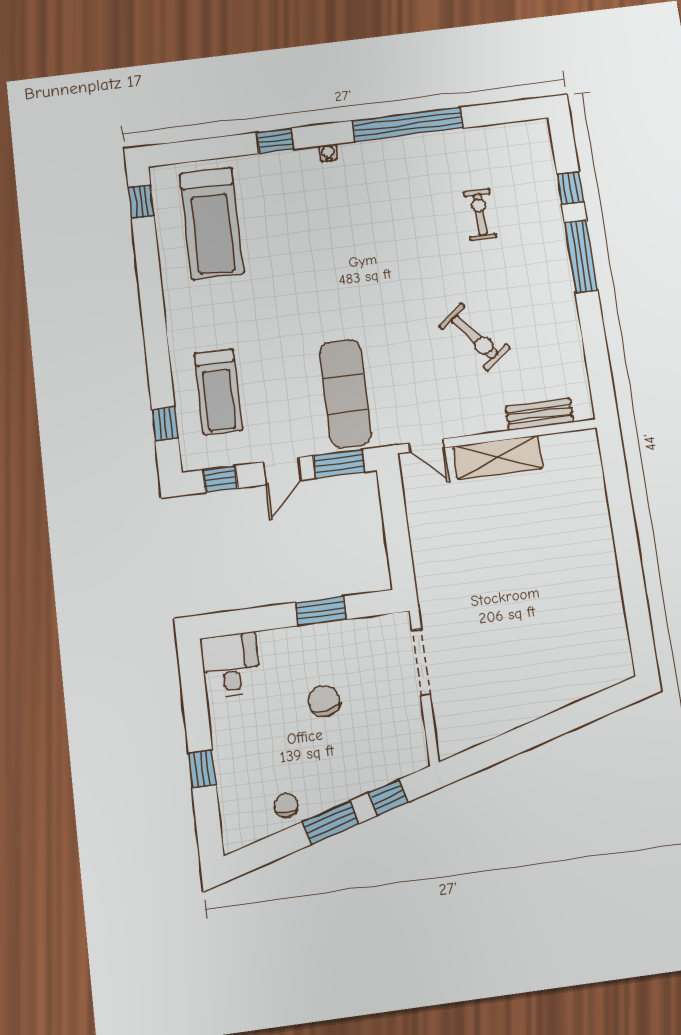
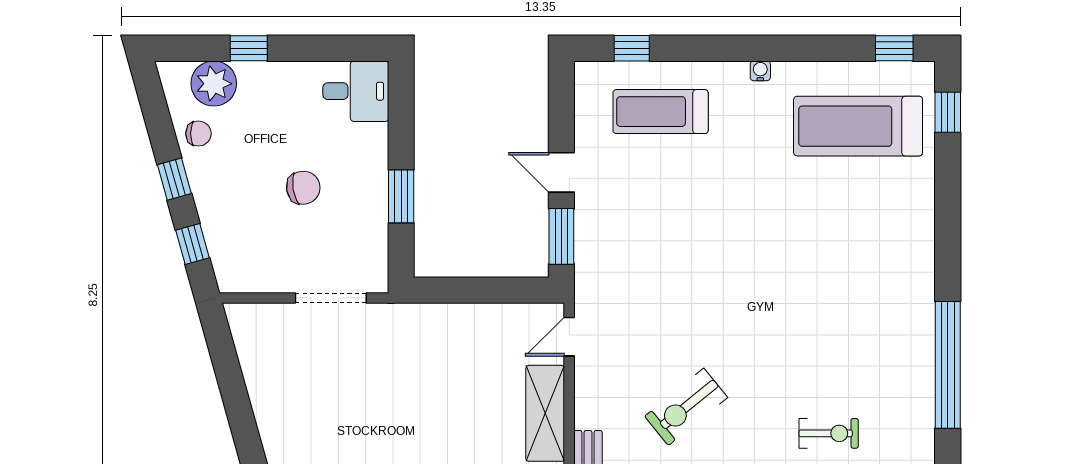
window: (275, 141) -> (948, 112), moved
water cooler: (328, 153) -> (760, 71), moved, turned -90
exercise mat: (345, 394) -> (640, 254), removed
window: (220, 479) -> (561, 103), removed
plant: (238, 797) -> (214, 84), added
window: (331, 823) -> (174, 179), width x0.67

